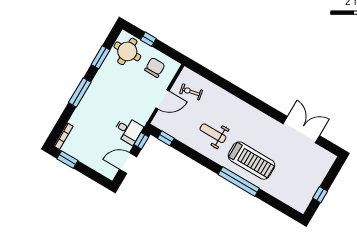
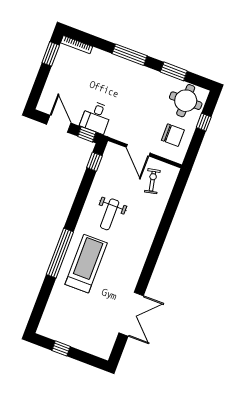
weight bench: (213, 133) -> (110, 214), turned 180
treadmill: (251, 161) -> (86, 264), turned 180

